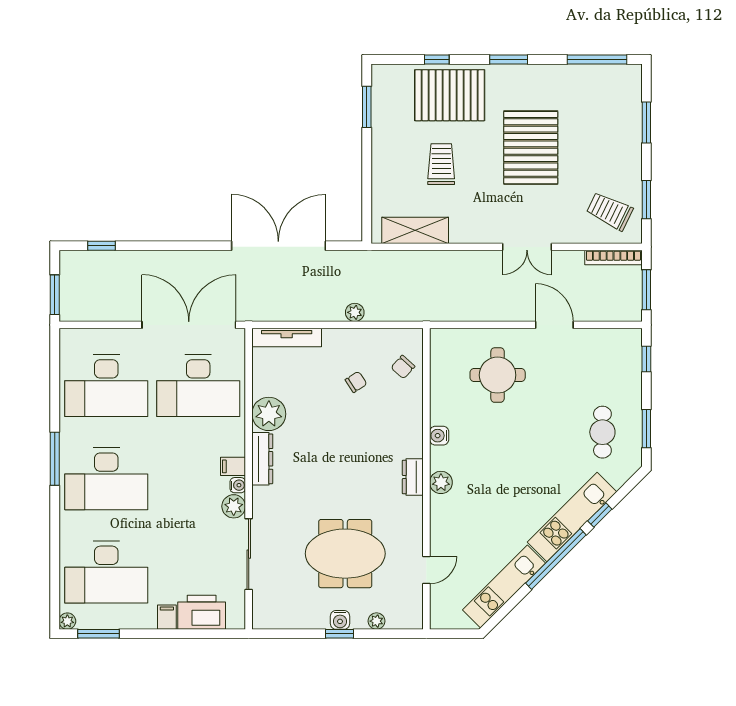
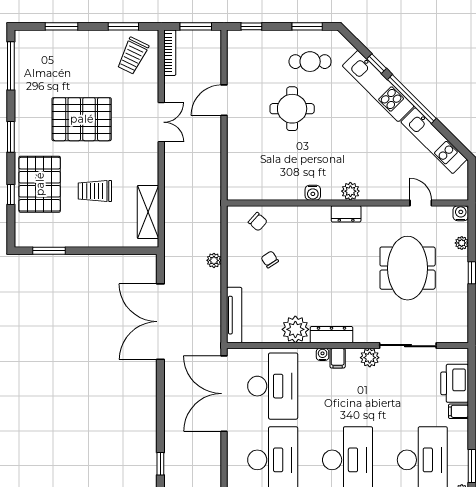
round table: (498, 375) -> (292, 109), moved
water cooler: (238, 485) -> (323, 354), moved
water cooler: (340, 620) -> (461, 213), moved, turned -90

